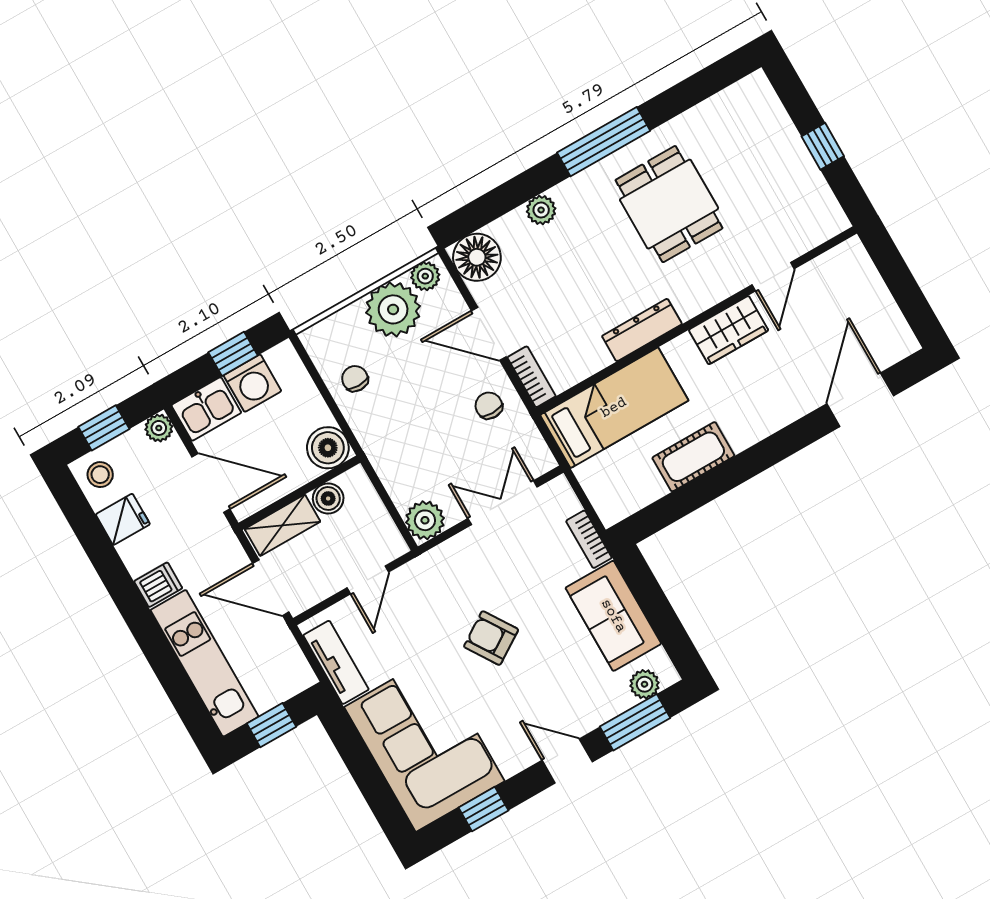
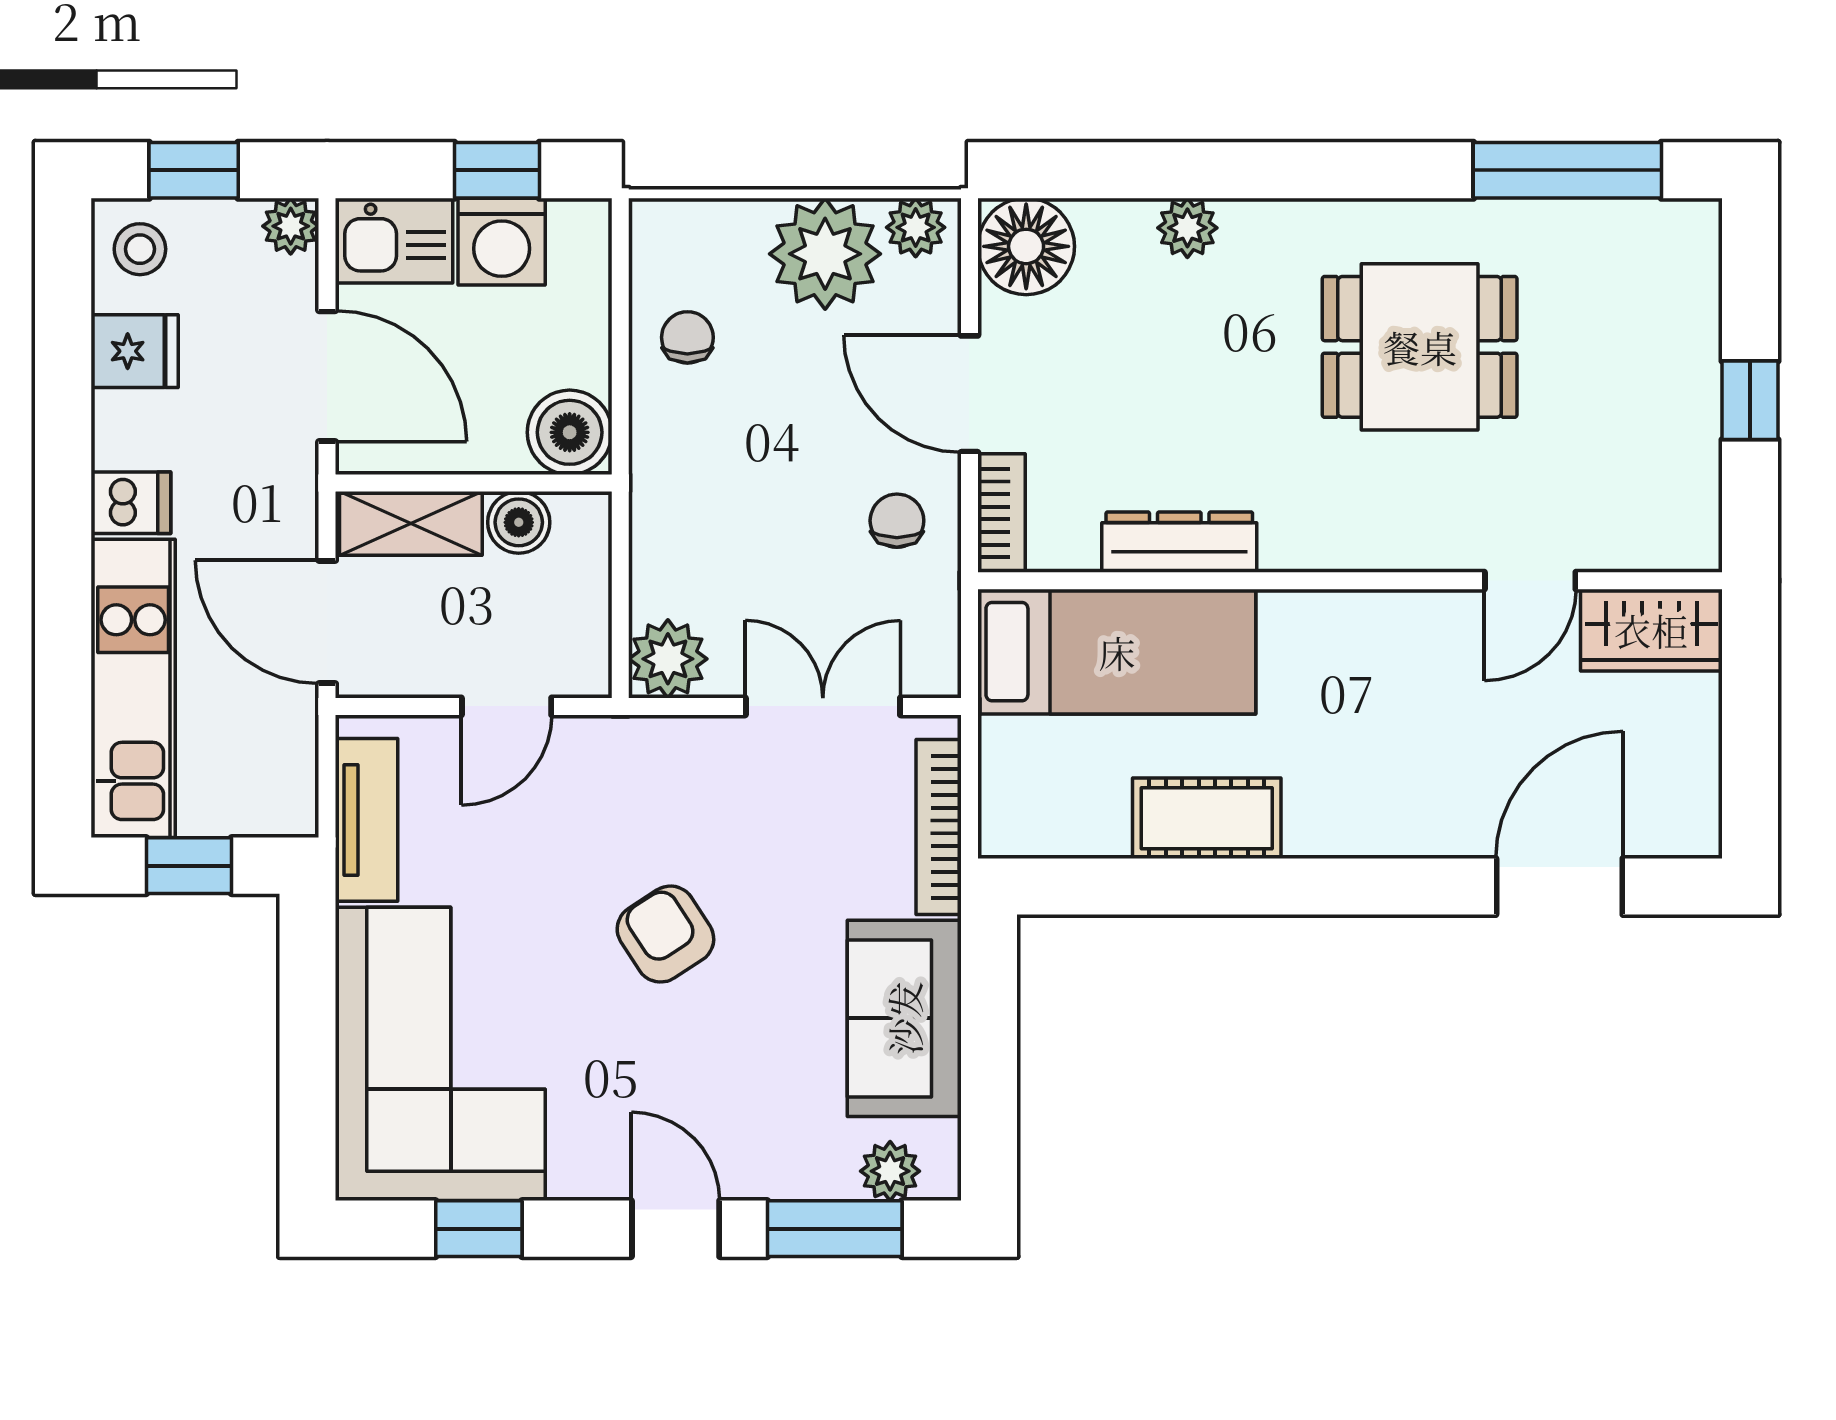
window: (604, 142) -> (1567, 170), moved
dining table: (669, 204) -> (1420, 347), turned 90
dresser: (642, 330) -> (1179, 542), moved
wardrobe: (729, 330) -> (1651, 630), moved
bookcase: (589, 539) -> (939, 827), width x1.56

